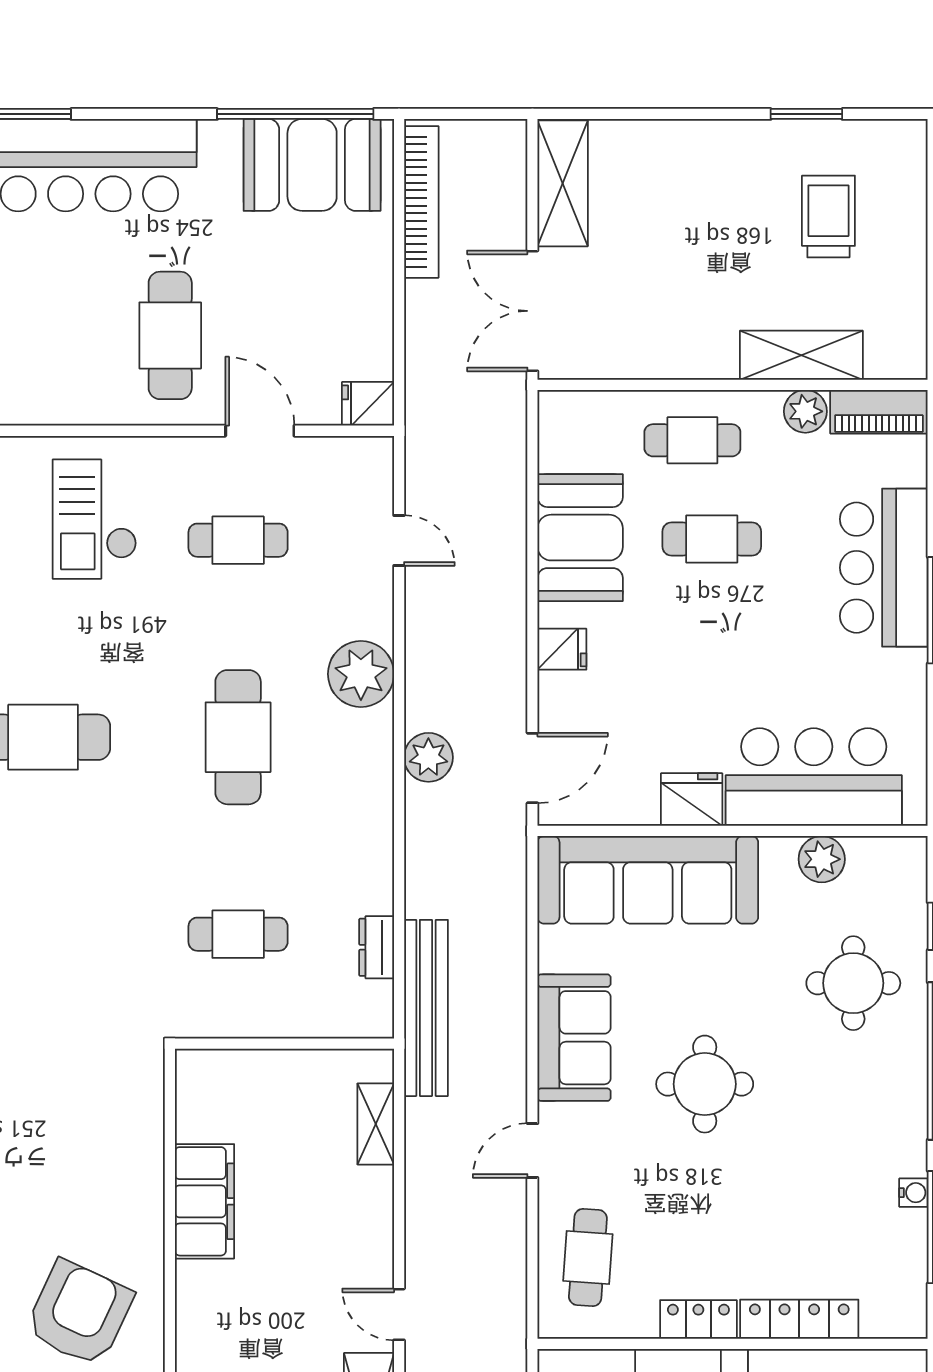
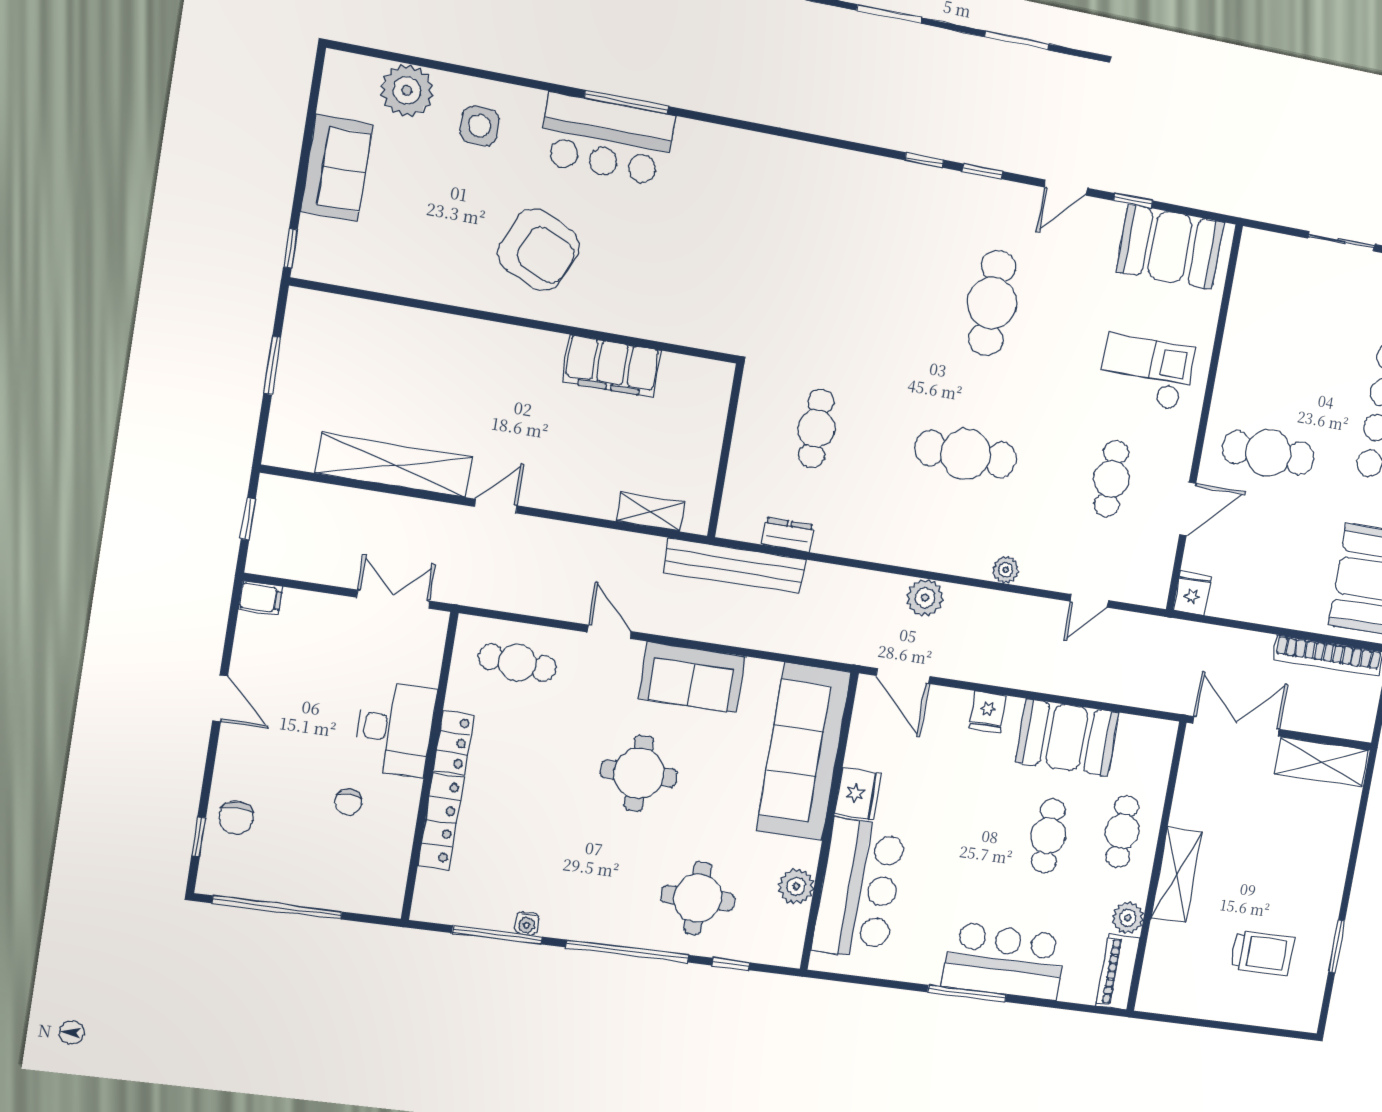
shelving: (801, 355) -> (1177, 875), moved
plant: (361, 674) -> (1006, 570), width x0.53, depth x0.53

